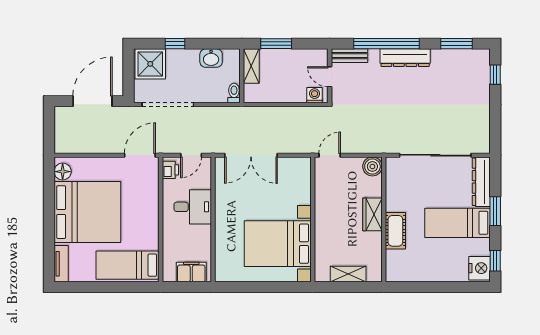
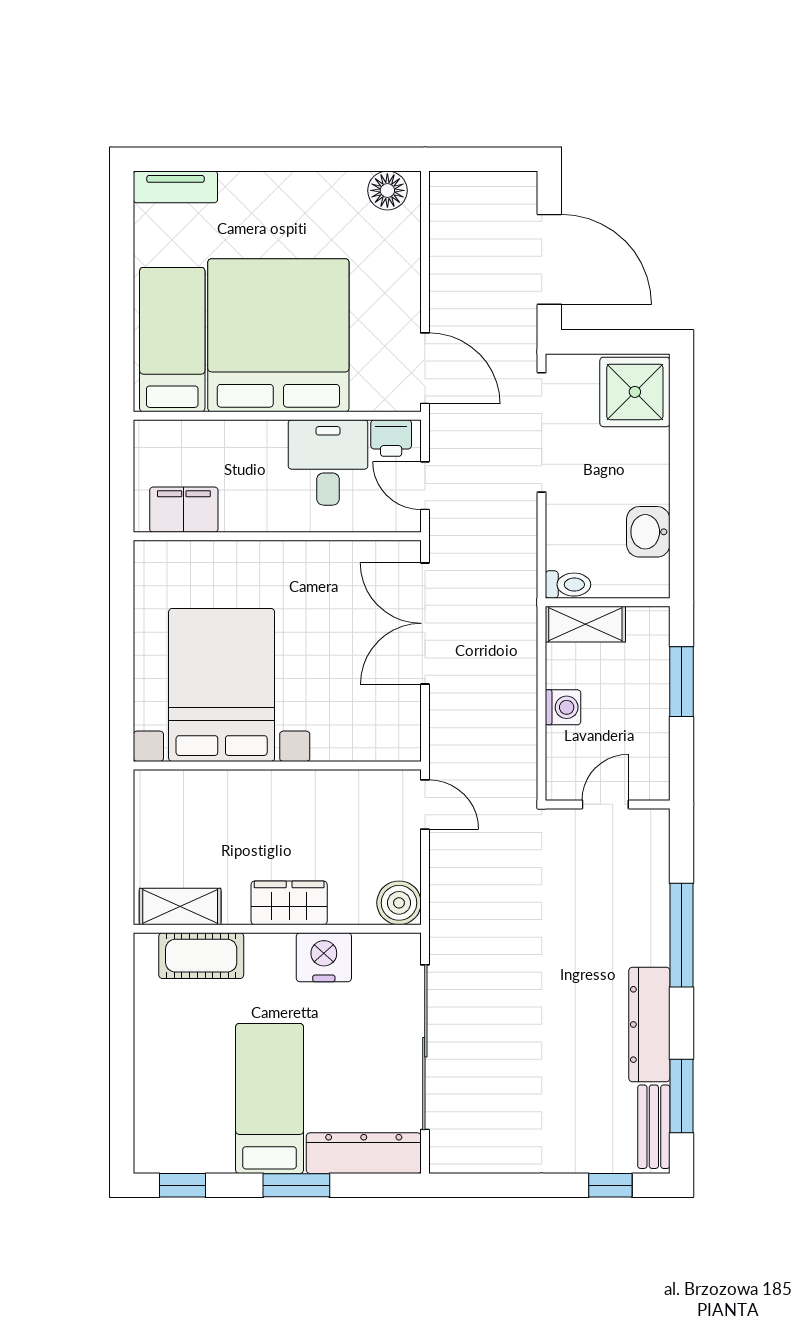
window: (175, 44) -> (681, 449), removed
window: (386, 44) -> (681, 935), width x0.68
bench: (349, 56) -> (654, 1127), moved
dresser: (405, 58) -> (649, 1024), moved
shelving: (251, 66) -> (585, 624), moved
washing machine: (315, 95) -> (563, 707), moved
desk: (193, 207) -> (328, 462), moved, turned 180
bed: (87, 212) -> (278, 335), moved, turned 180
cot: (395, 231) -> (201, 956), moved
nightstand: (479, 268) -> (324, 957), moved, turned 180
filing cabinet: (191, 272) -> (184, 510), moved, turned -90
shelving: (348, 274) -> (180, 907), moved, turned 90

